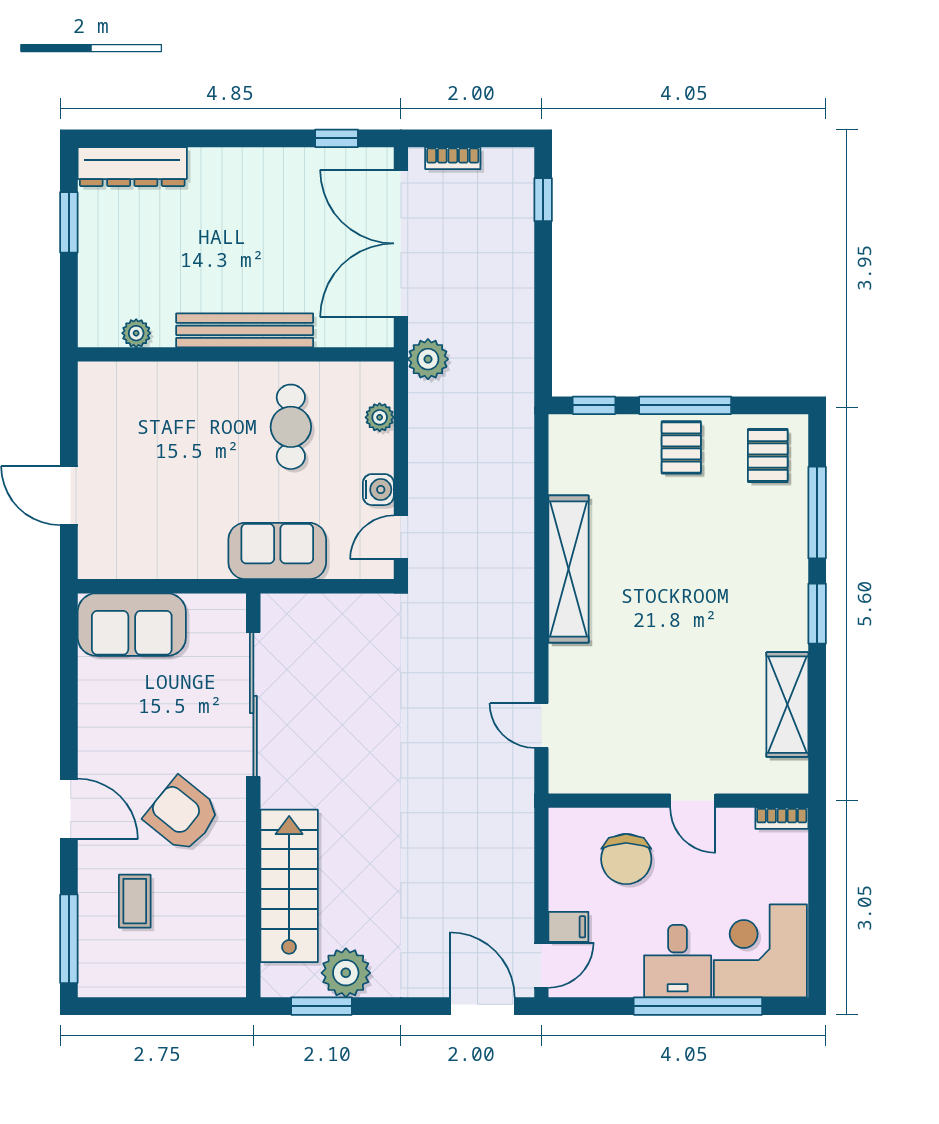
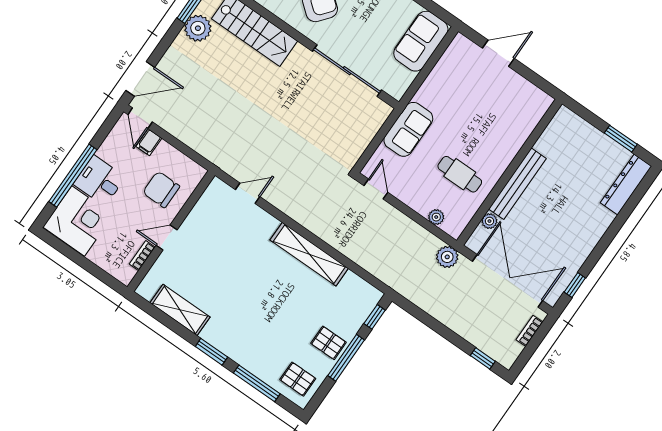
plant: (136, 333) -> (489, 221), moved
water cooler: (378, 490) -> (404, 194), removed
bookcase: (782, 818) -> (142, 256), moved

